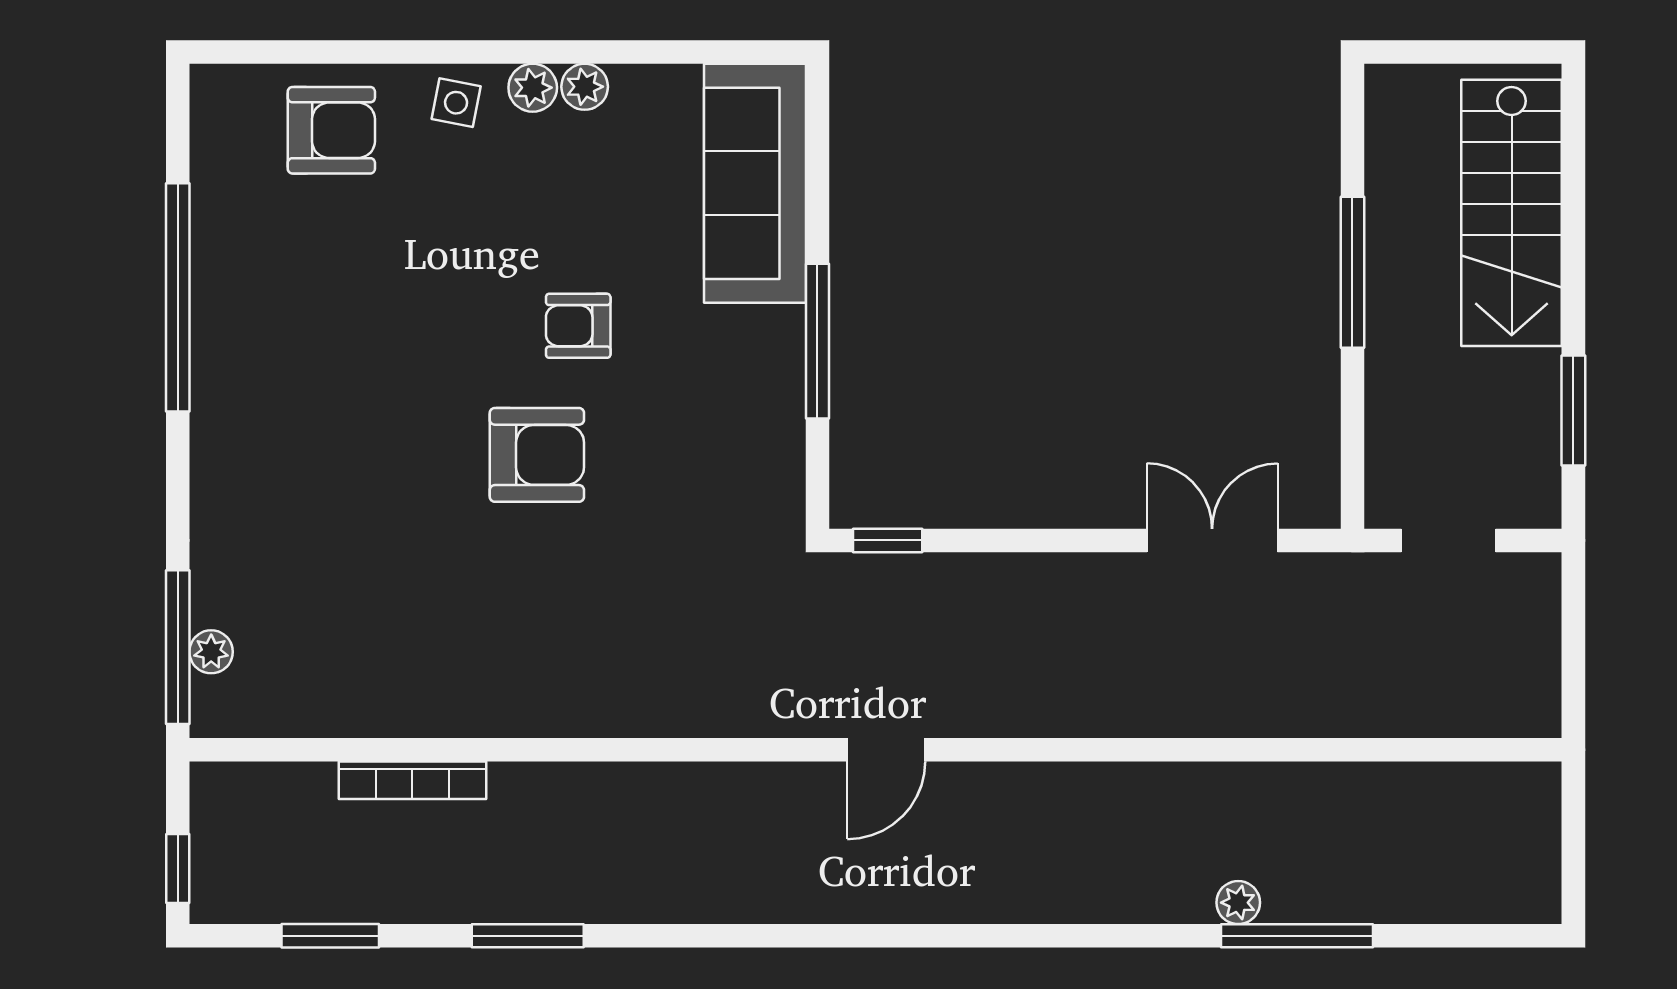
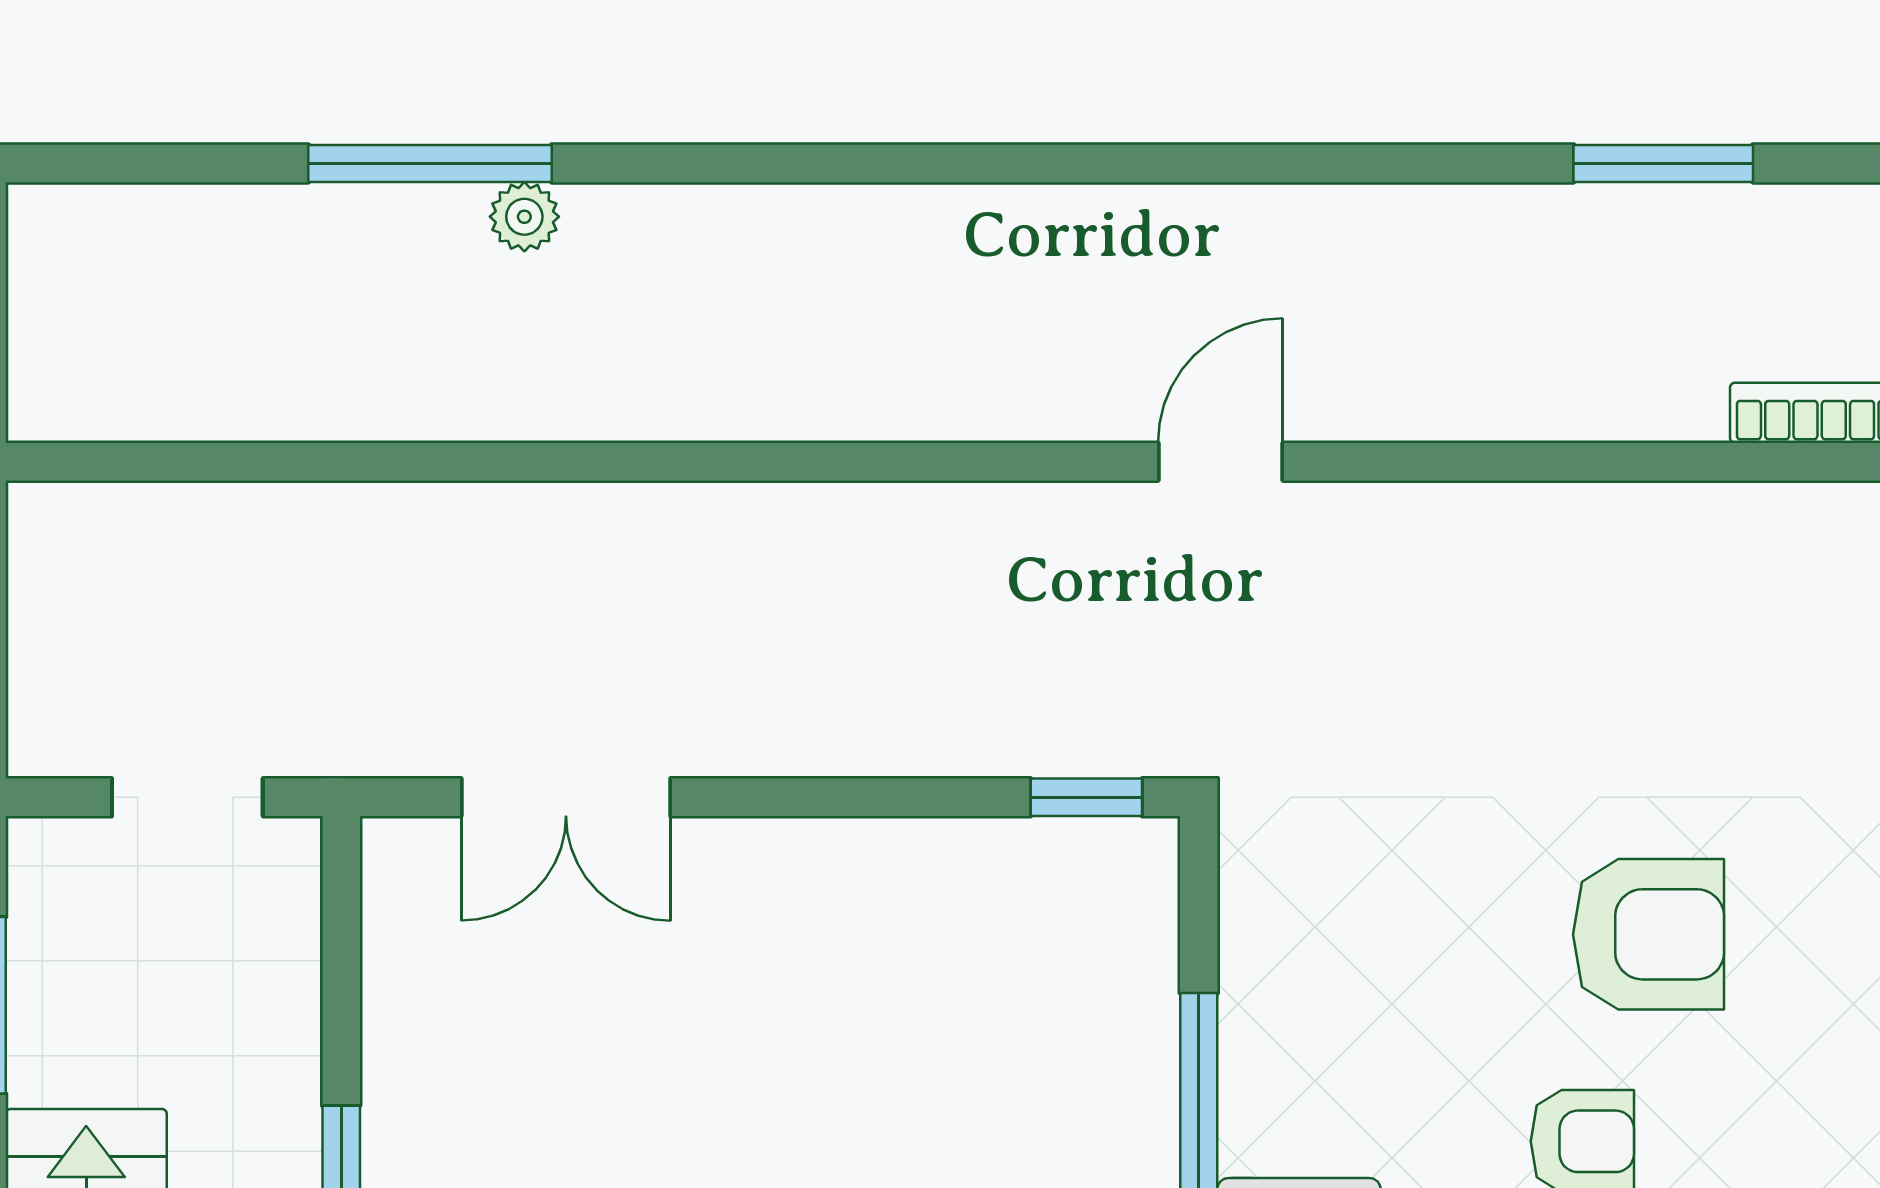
armchair: (537, 455) -> (1649, 934), turned 180
door: (886, 750) -> (1221, 462), moved

